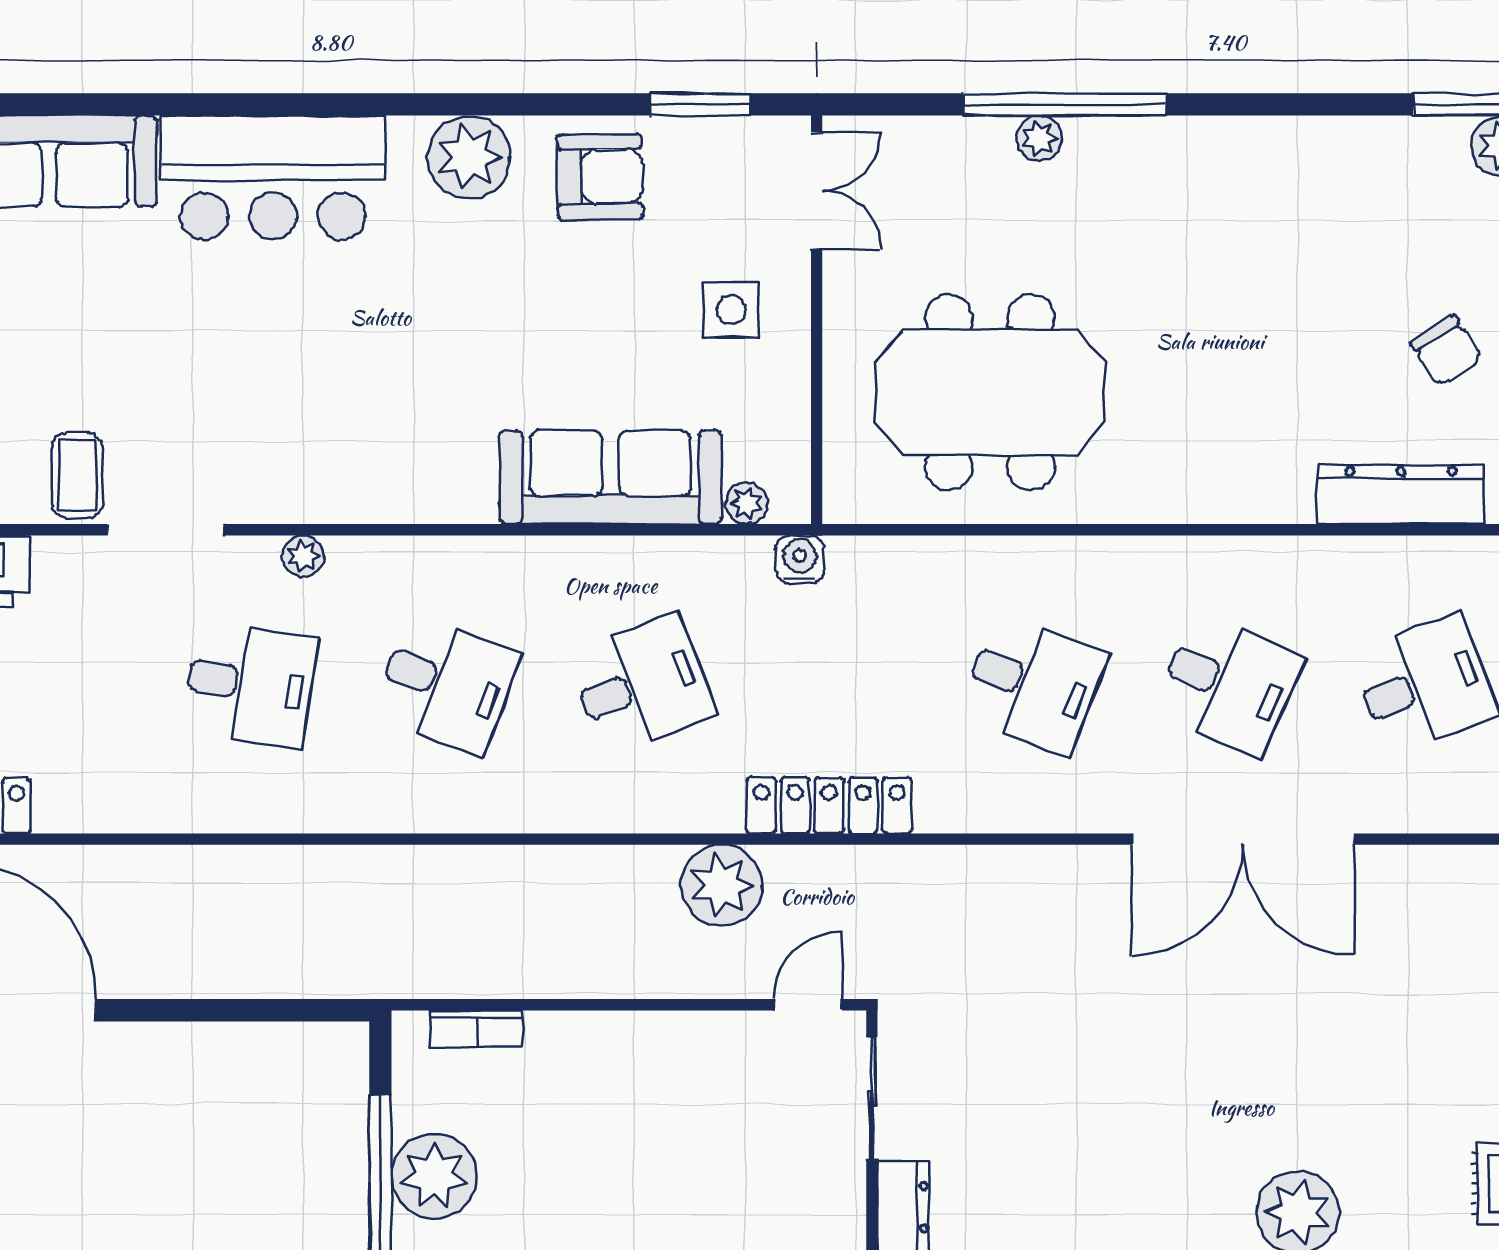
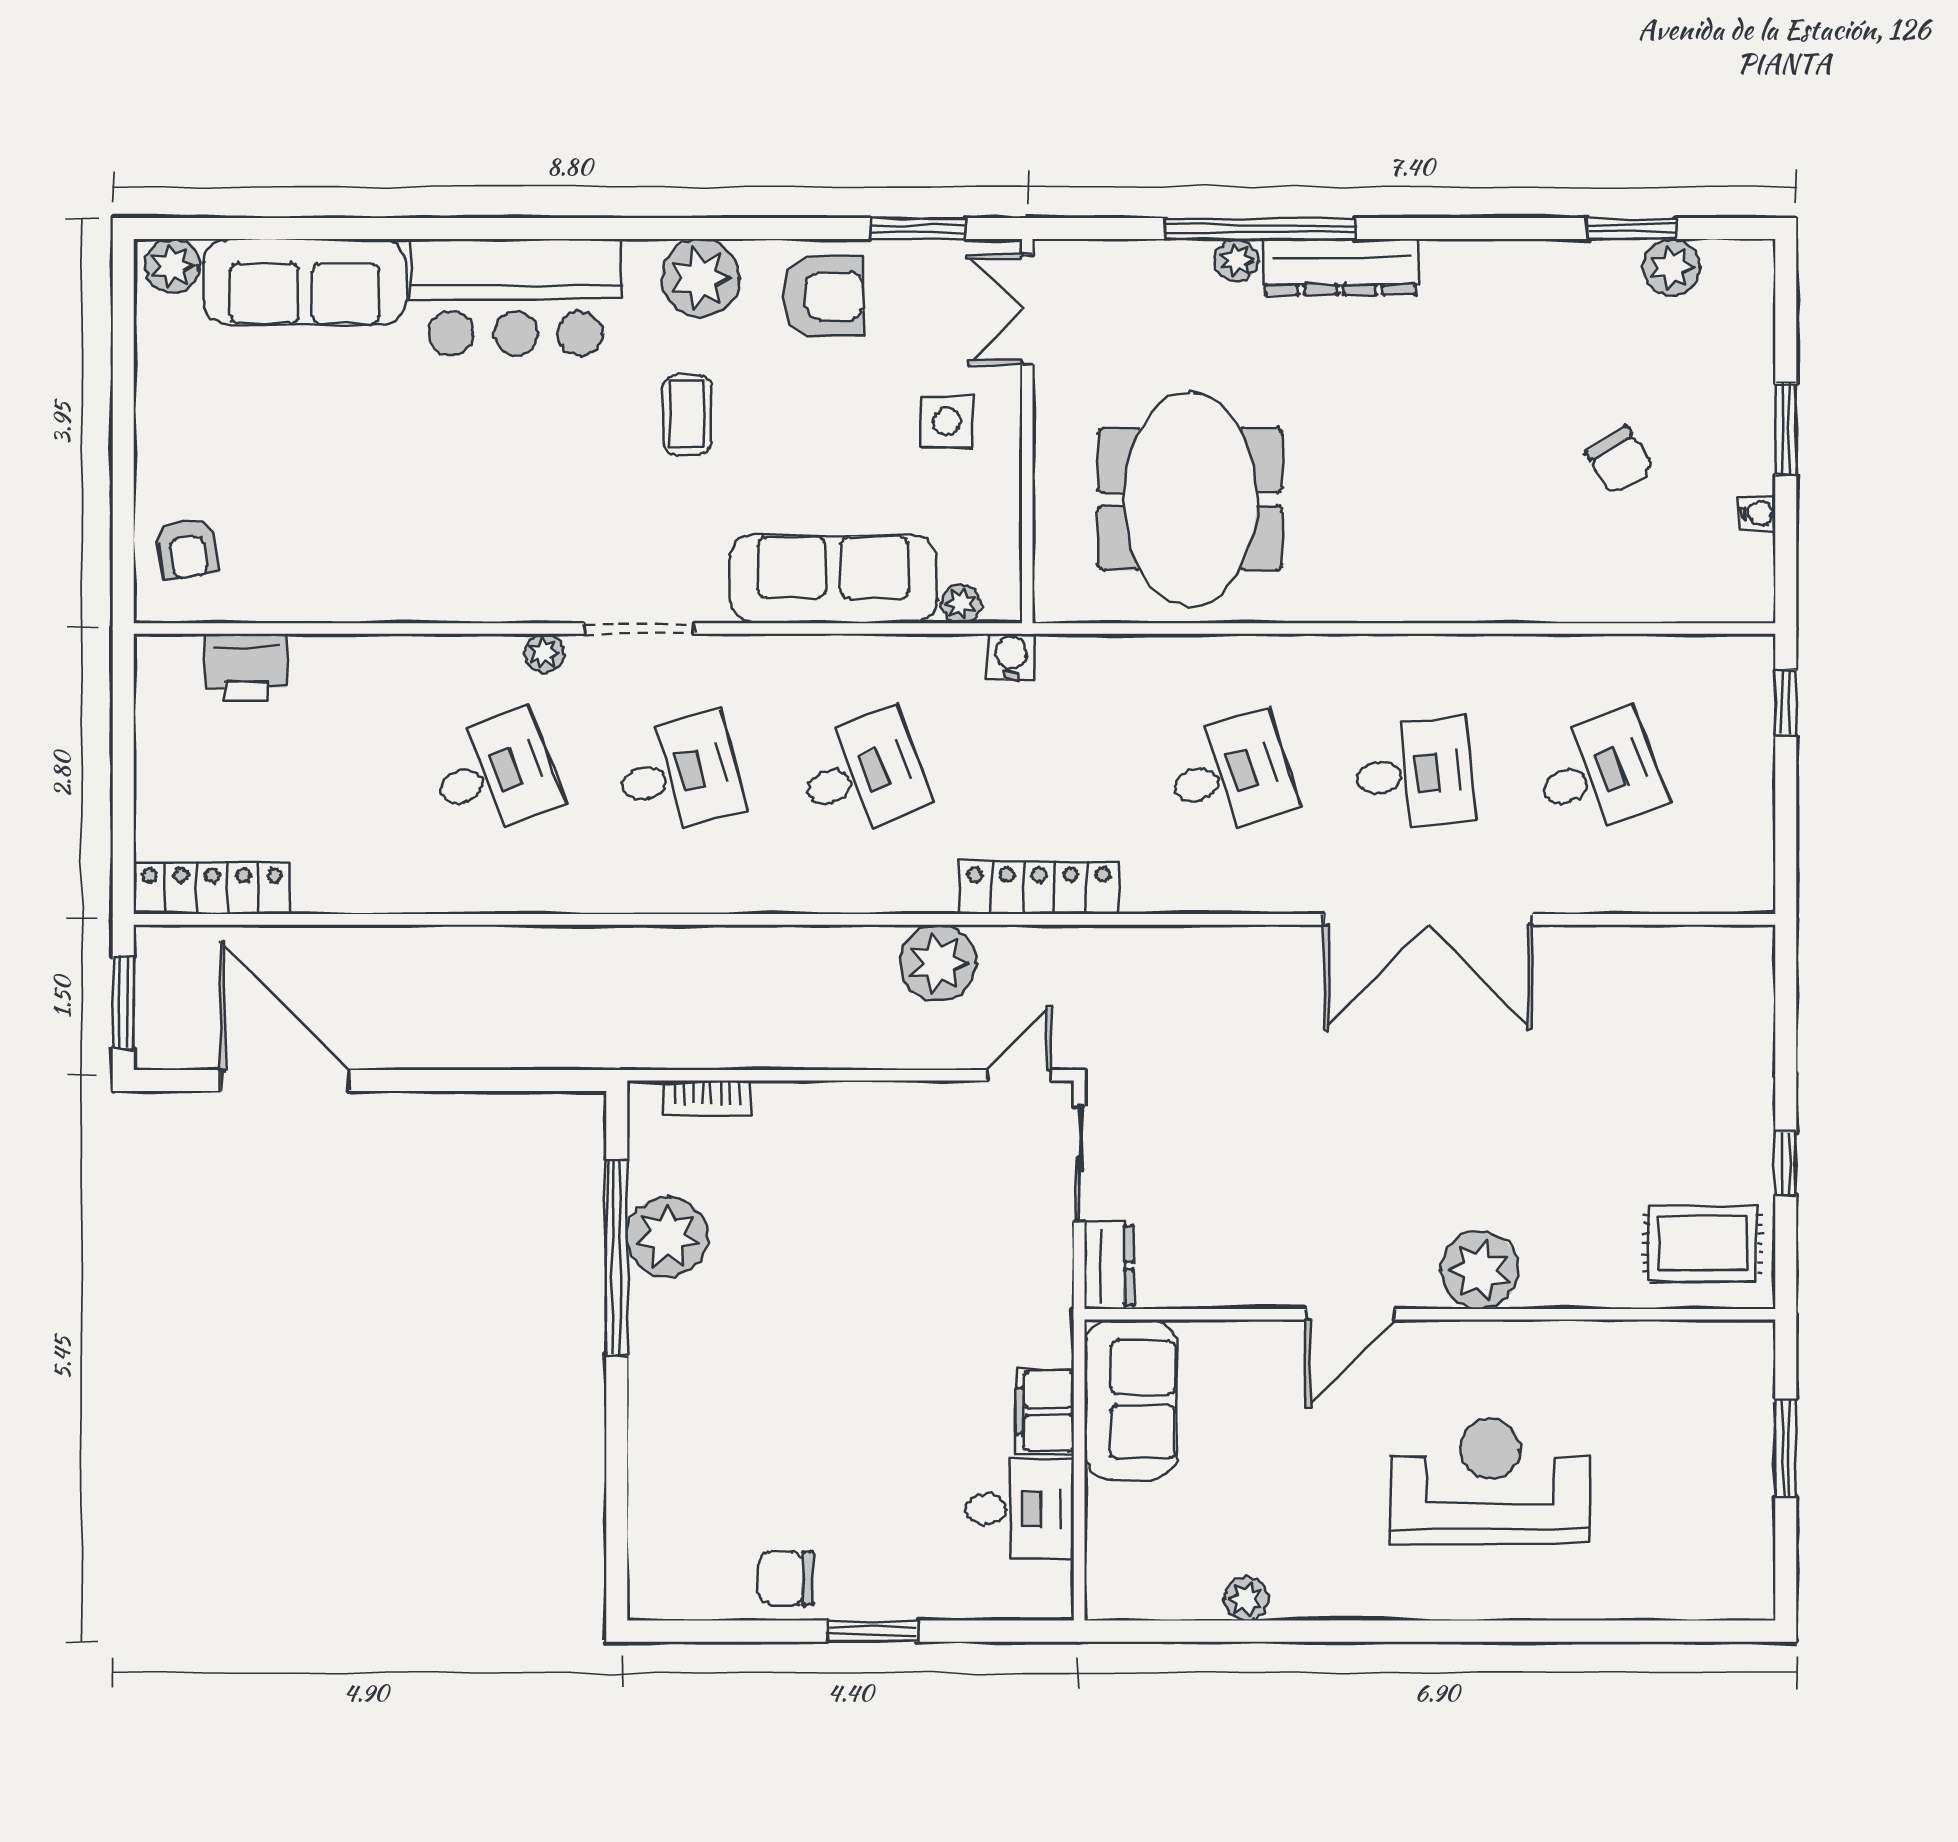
double door: (817, 191) -> (1027, 309), swing flipped
meeting table: (990, 392) -> (1190, 499), turned 90
coffee table: (77, 475) -> (687, 415), moved
dresser: (1401, 494) -> (1340, 267), moved, turned 180
doorway: (166, 530) -> (639, 628), moved
desk: (250, 684) -> (494, 774), turned -30
desk: (446, 684) -> (678, 774), turned -36
desk: (1033, 684) -> (1231, 774), turned -39
desk: (1228, 684) -> (1415, 774), turned -30

